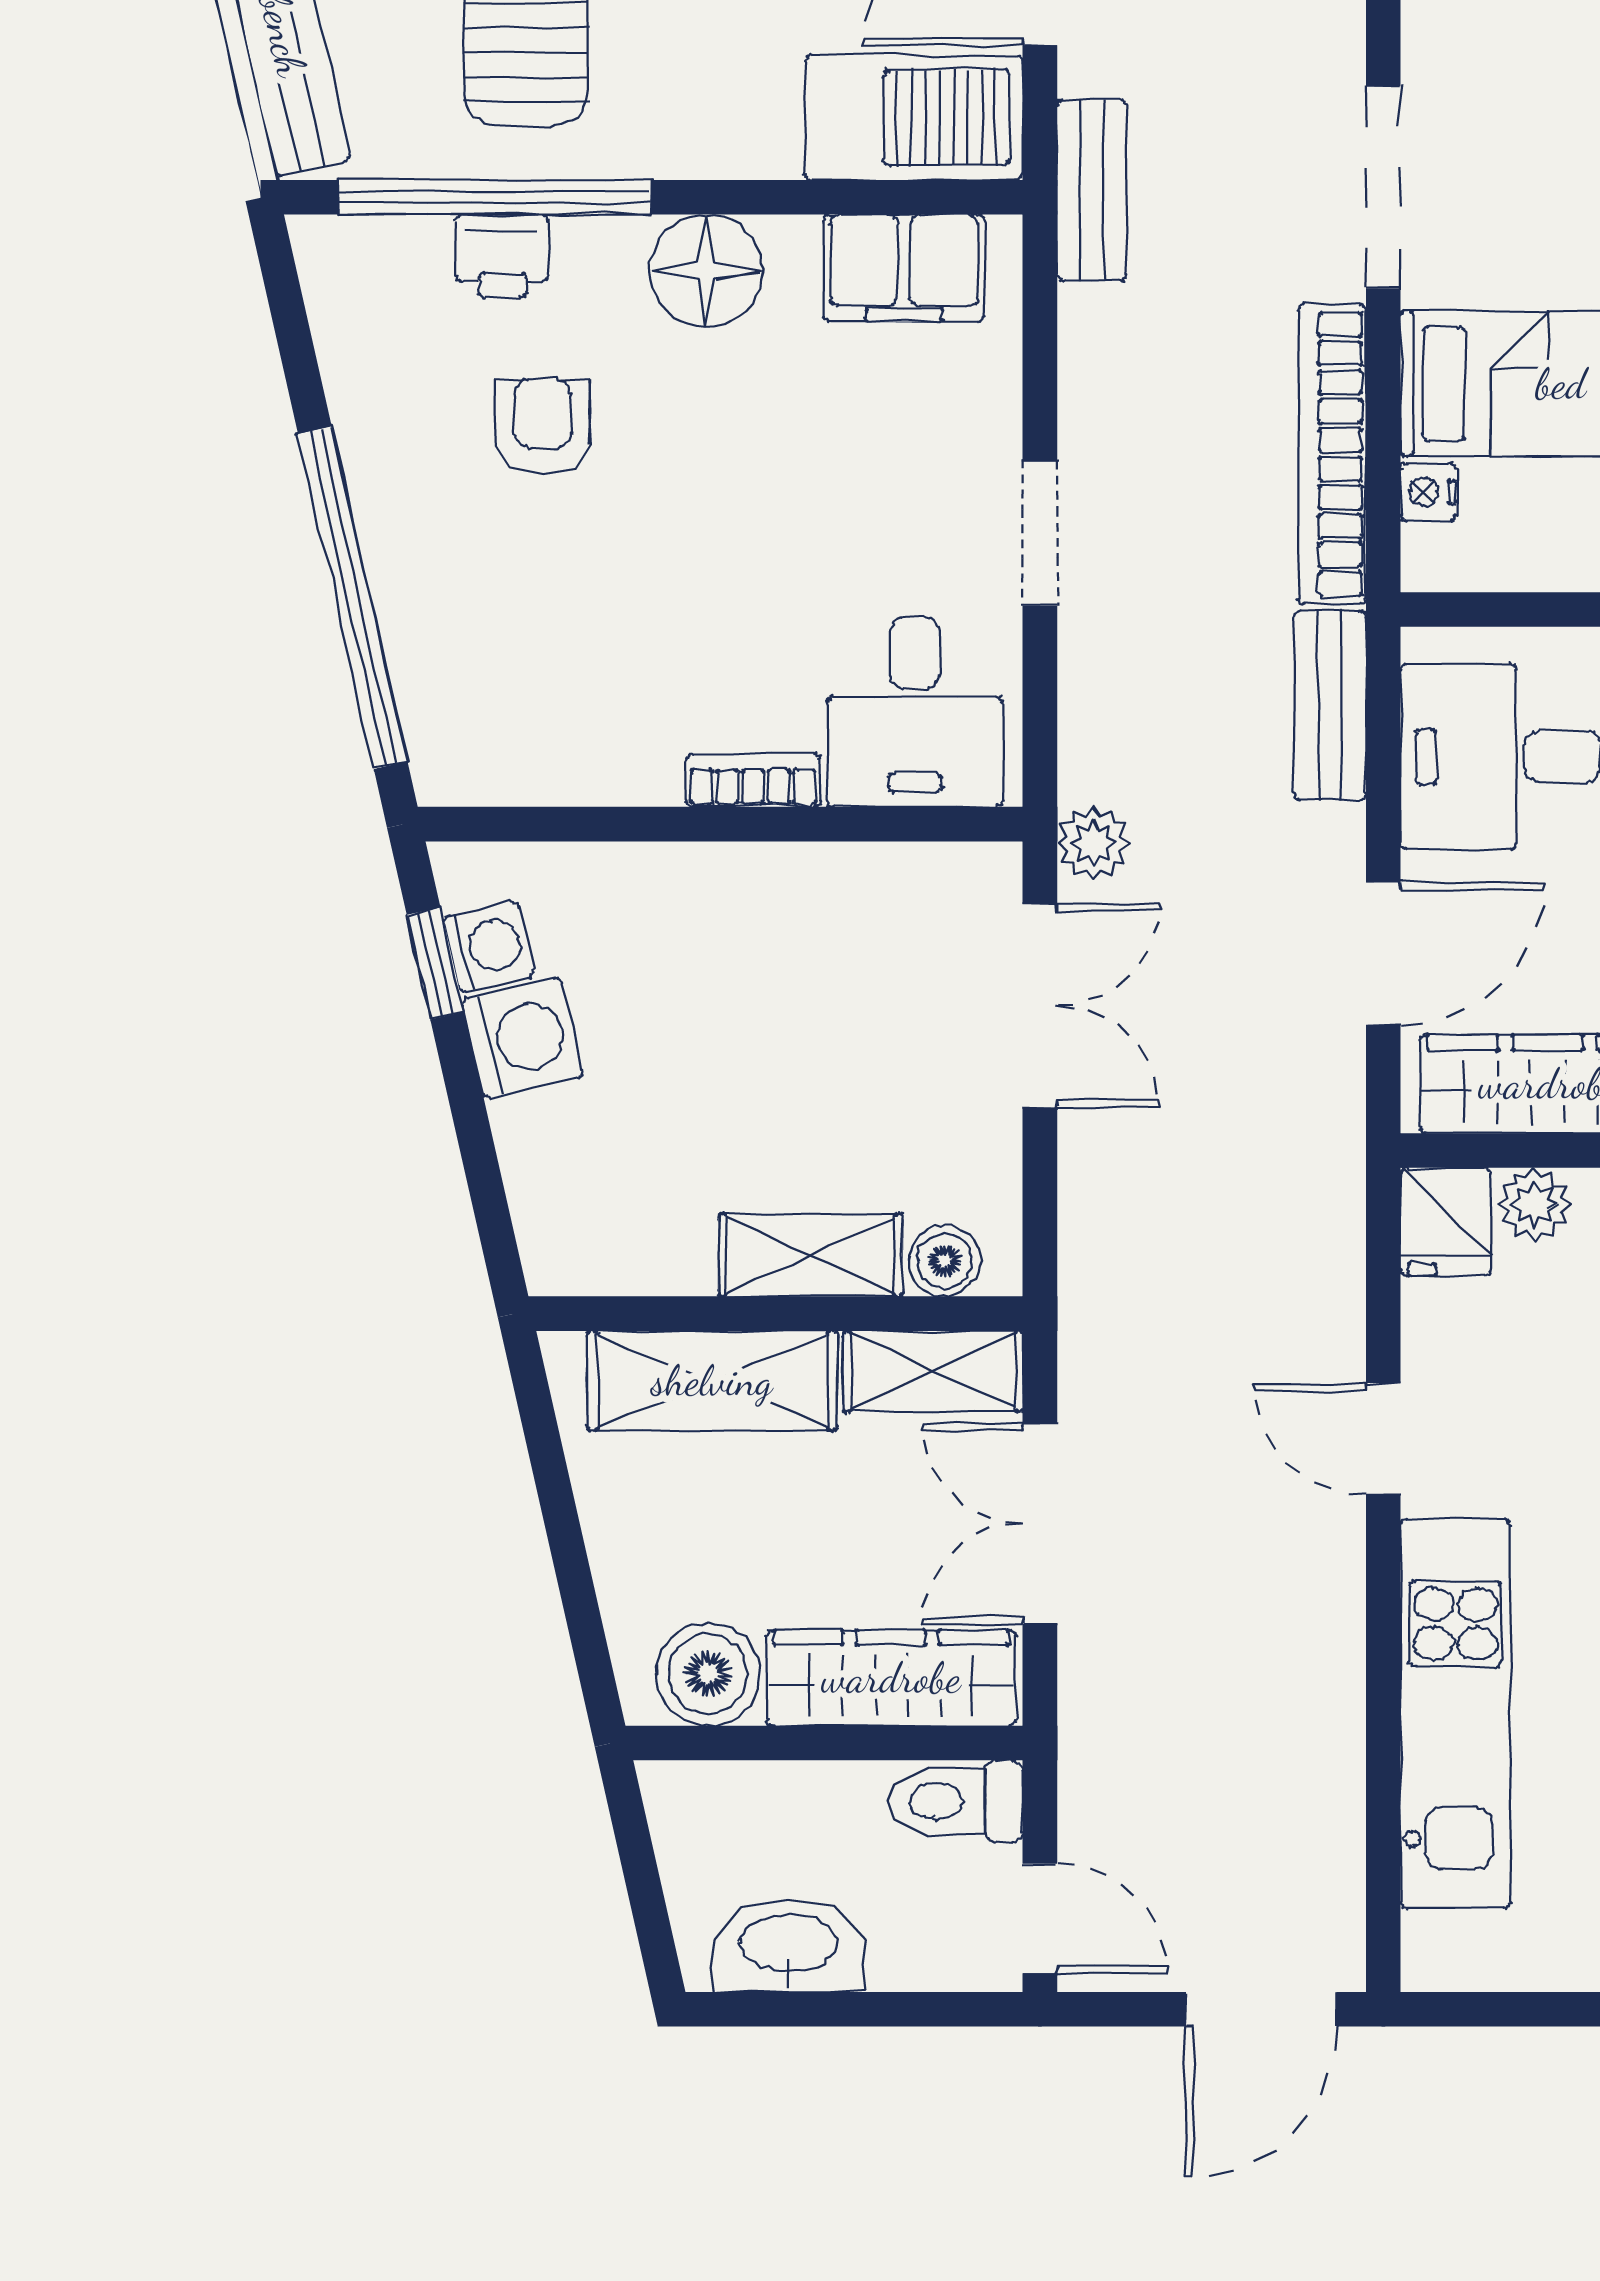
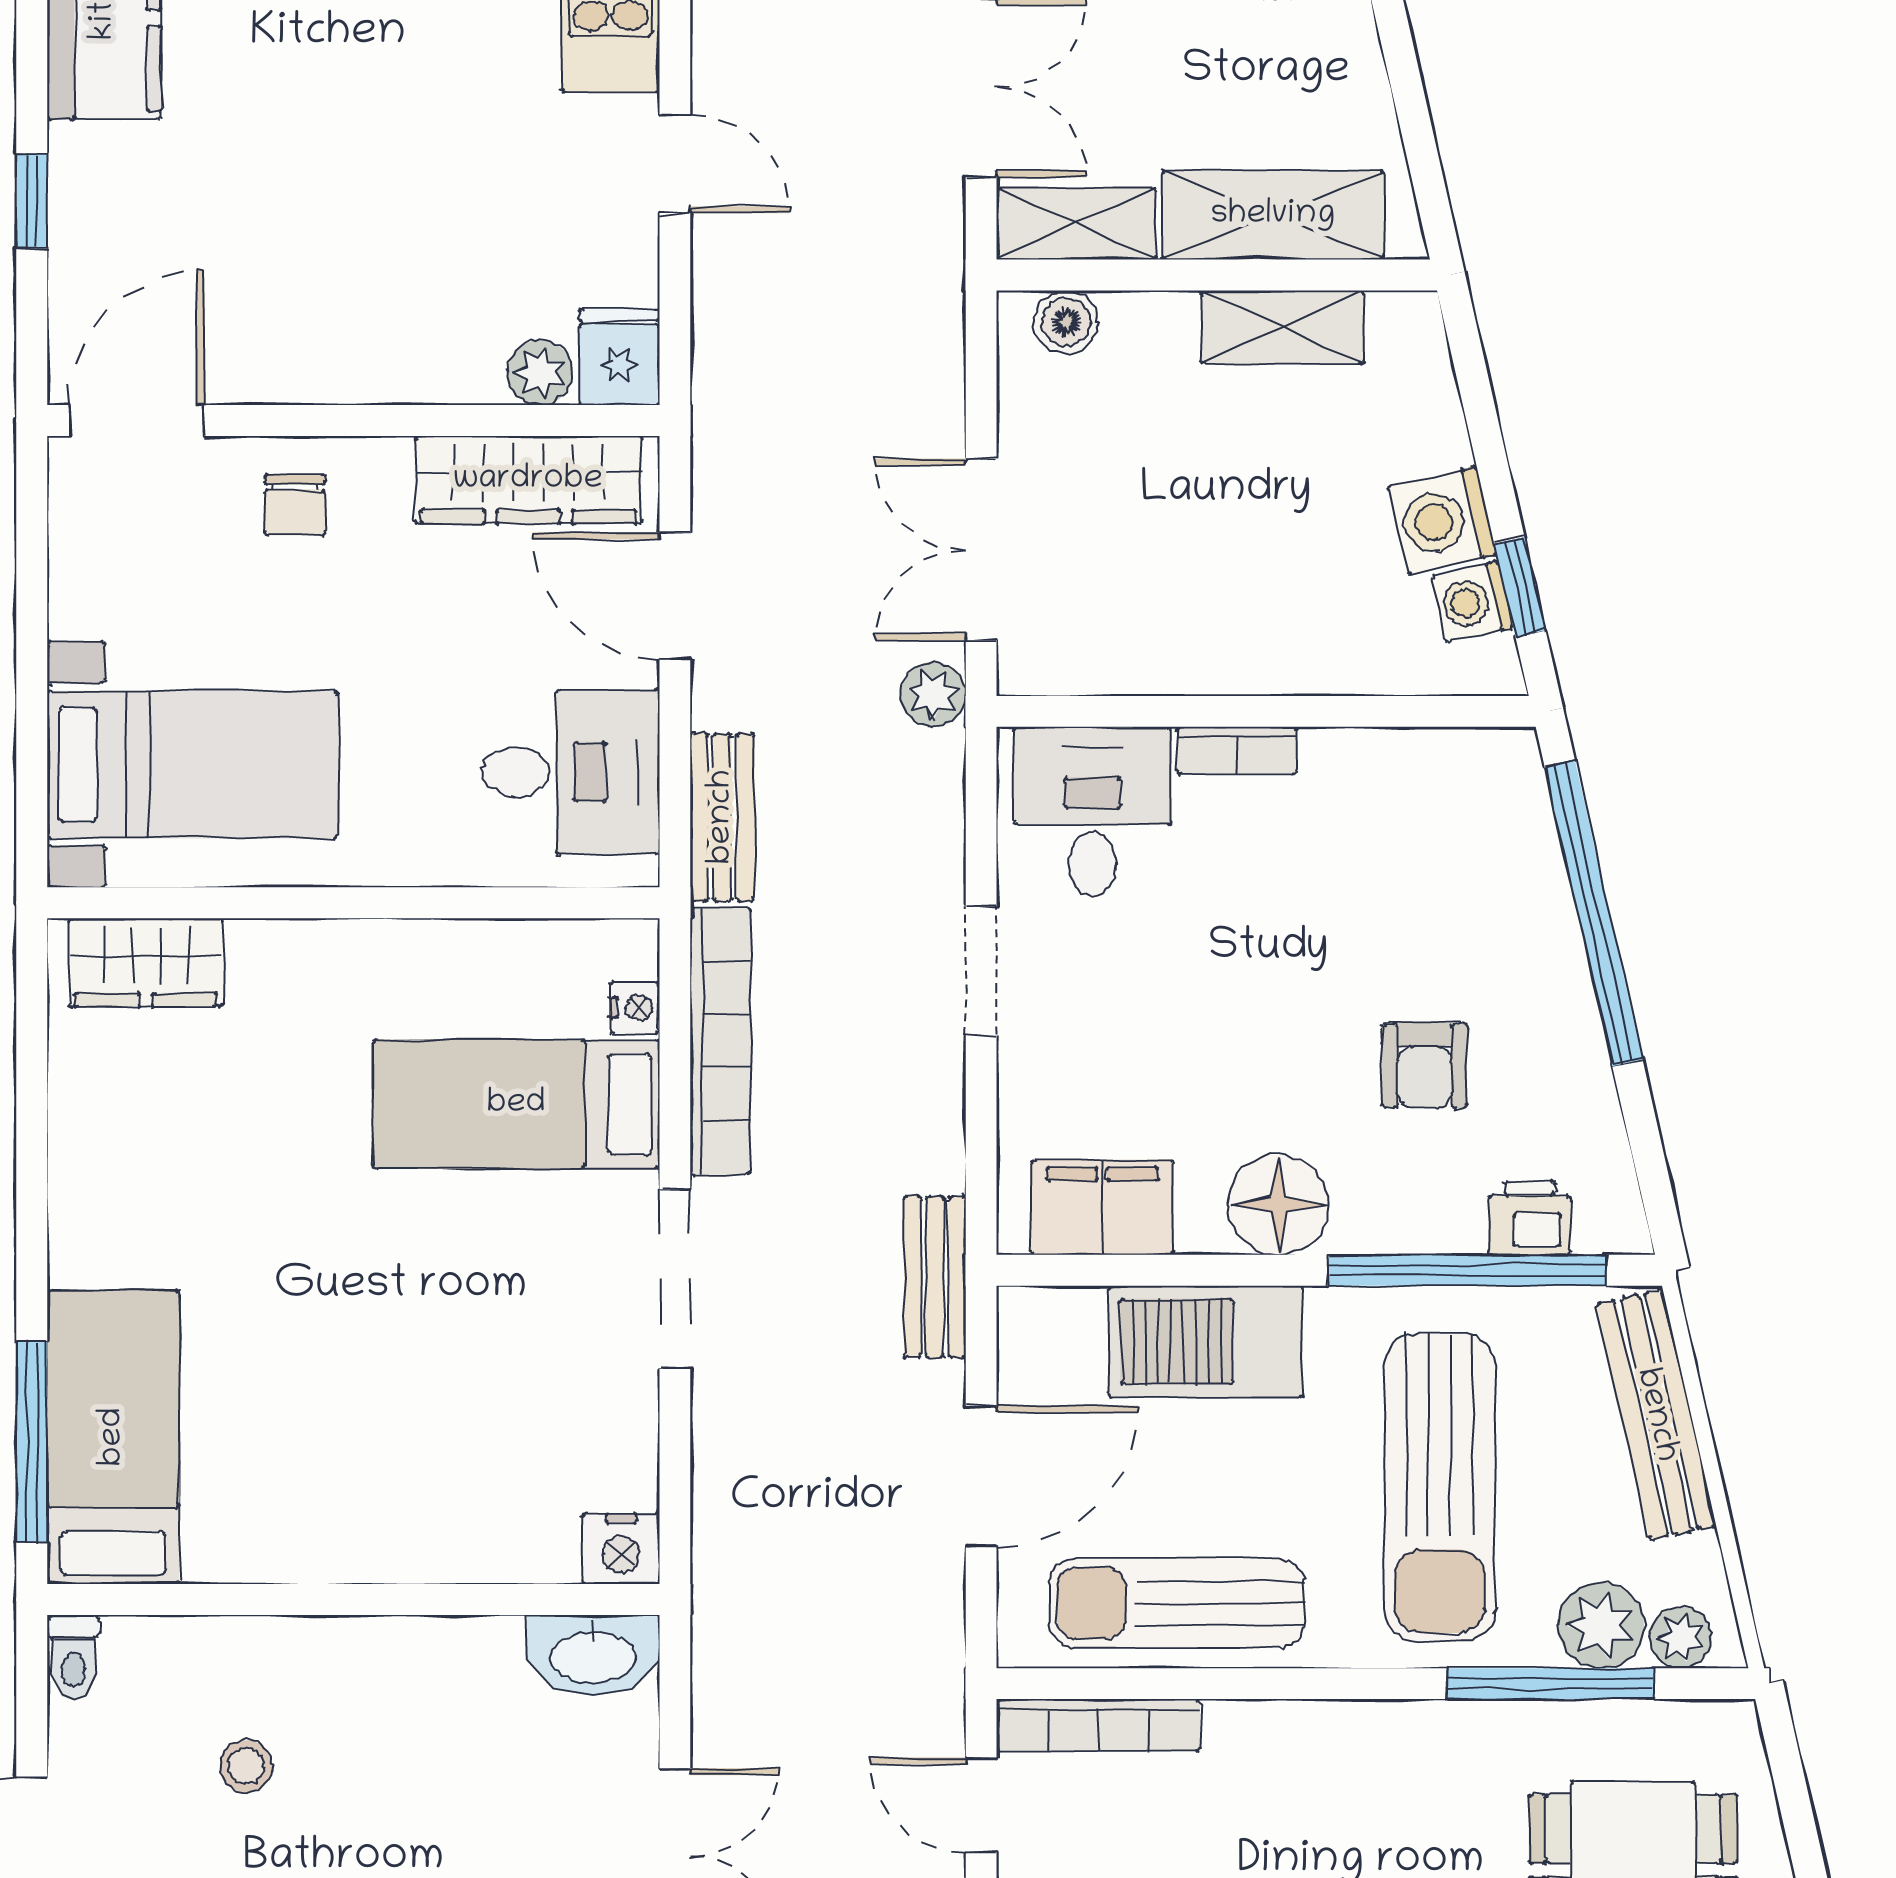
barbecue: (914, 117) -> (1206, 1341), moved
printer: (502, 256) -> (1530, 1218), moved
door: (1383, 954) -> (675, 596), hinge flipped
shelving: (810, 1255) -> (1283, 327), moved

